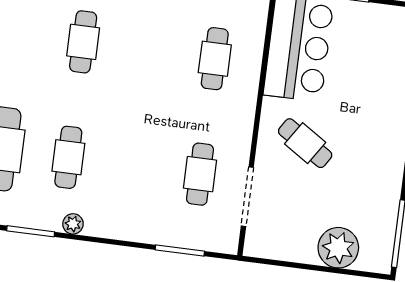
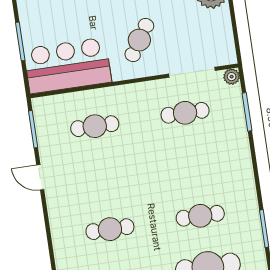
plant: (73, 224) -> (232, 77), moved

